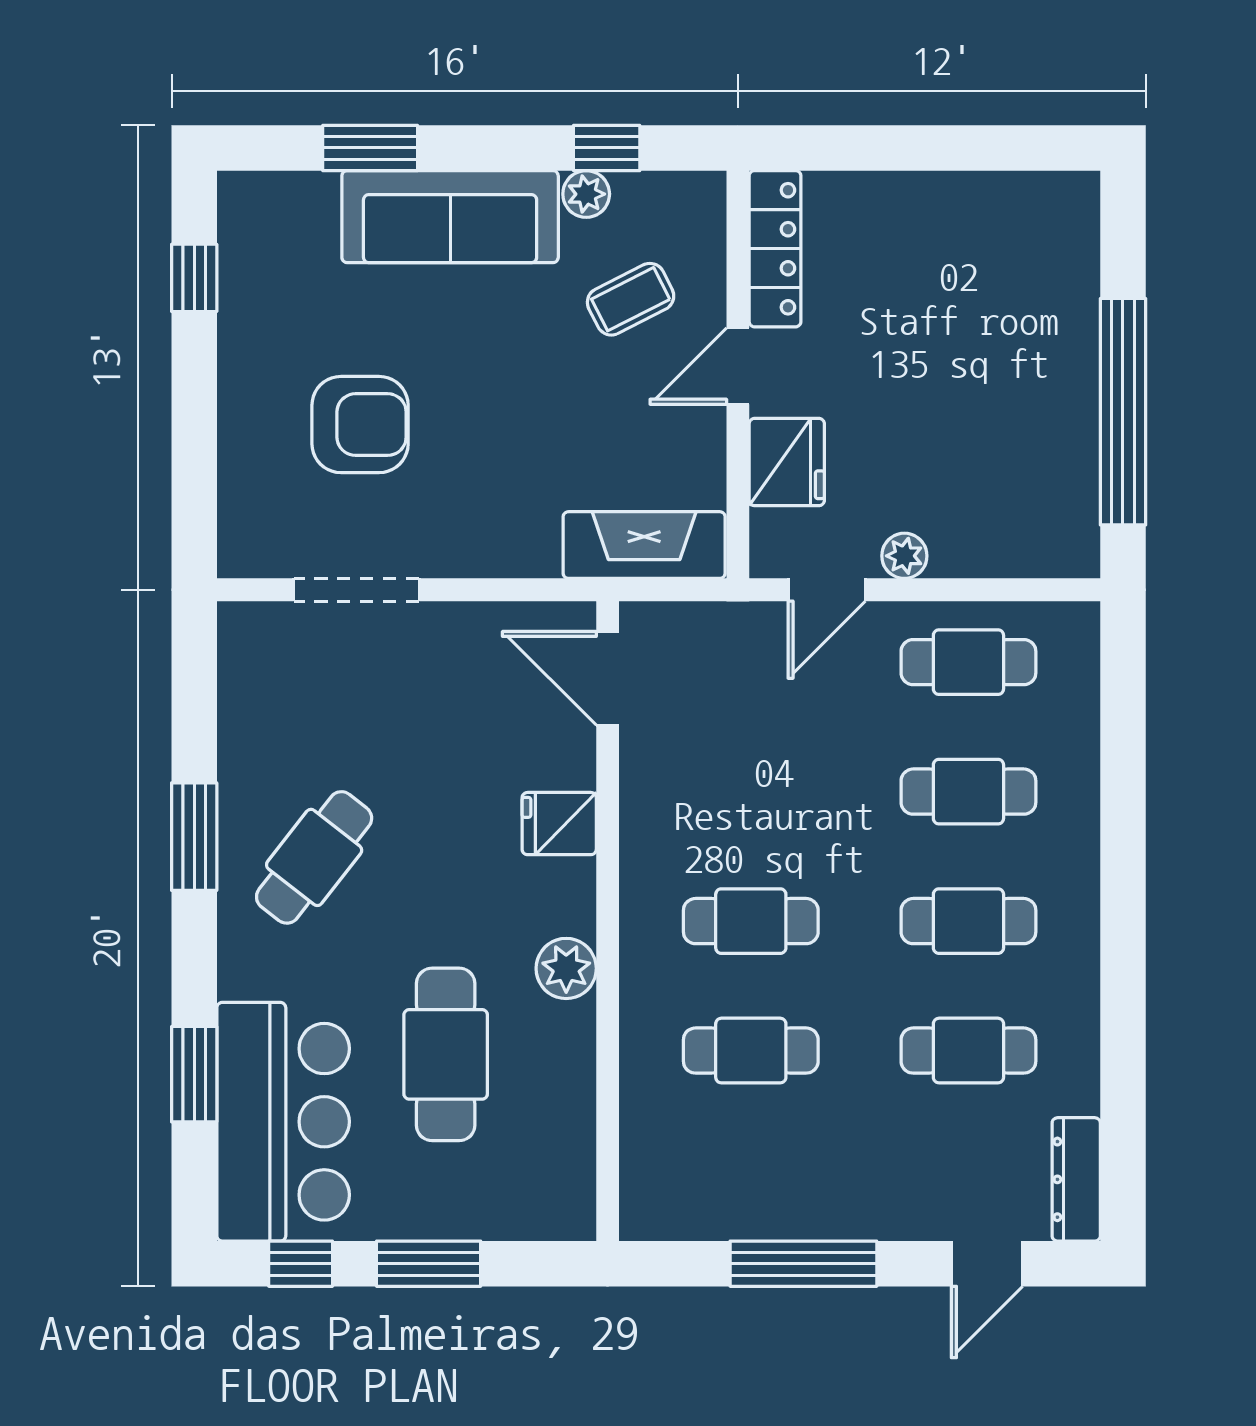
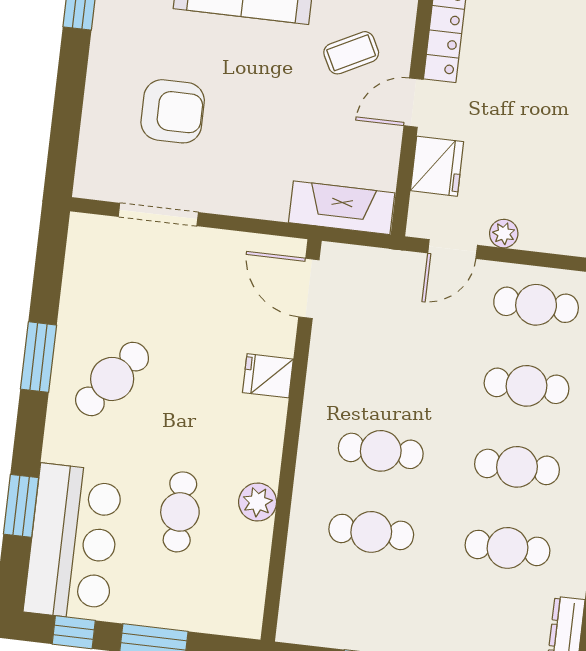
plant: (566, 968) -> (258, 502), moved
cafe table: (446, 1054) -> (180, 512), width x0.73, depth x0.74

